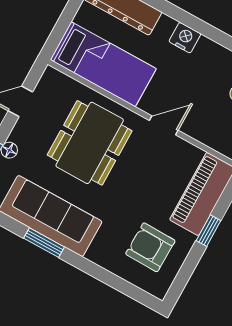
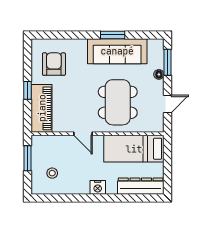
door: (164, 125) -> (83, 134), hinge flipped
armchair: (150, 247) -> (54, 64), turned -91

